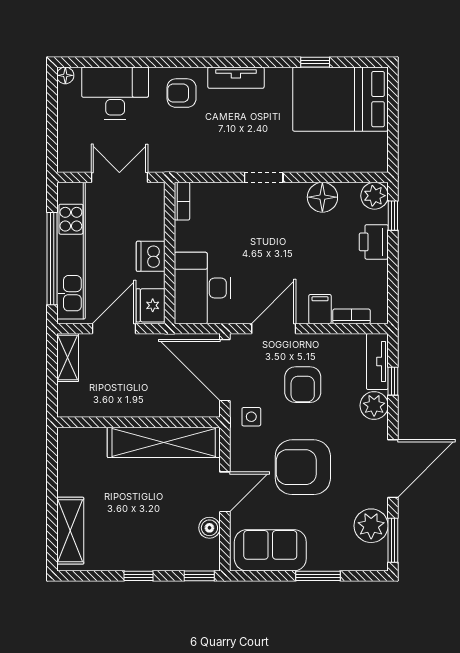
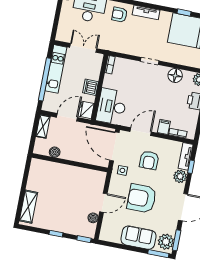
kitchen unit: (71, 251) -> (56, 69), width x0.73
boiler: (102, 406) -> (55, 152), added
shelving: (164, 442) -> (80, 174), removed
plant: (371, 526) -> (166, 242), moved
sofa: (270, 550) -> (138, 238), moved
window: (318, 576) -> (158, 254), moved

